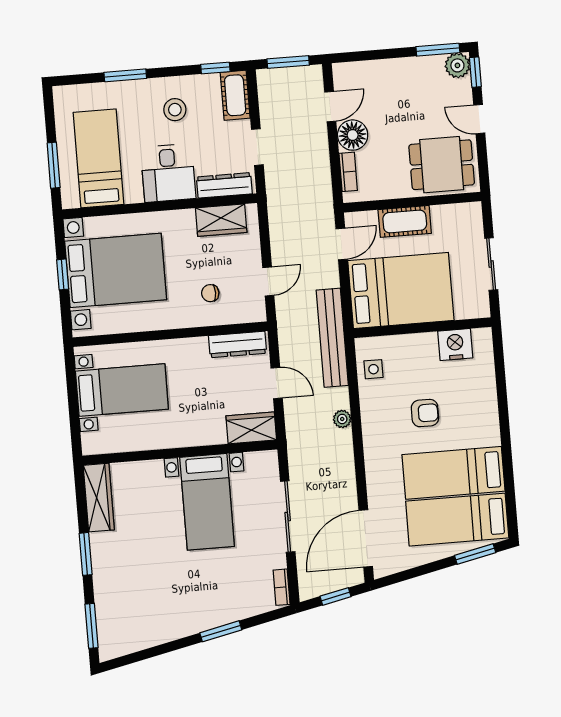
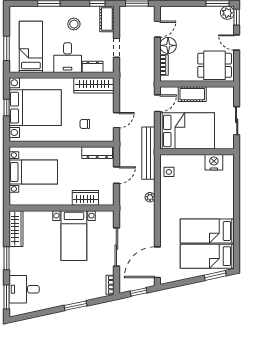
dresser: (224, 185) -> (93, 67), width x0.70
wardrobe: (221, 220) -> (94, 85), width x1.50
door: (277, 383) -> (116, 175), hinge flipped
armchair: (425, 413) -> (195, 198), removed
wardrobe: (251, 428) -> (85, 198), moved
desk: (123, 609) -> (24, 289), added

